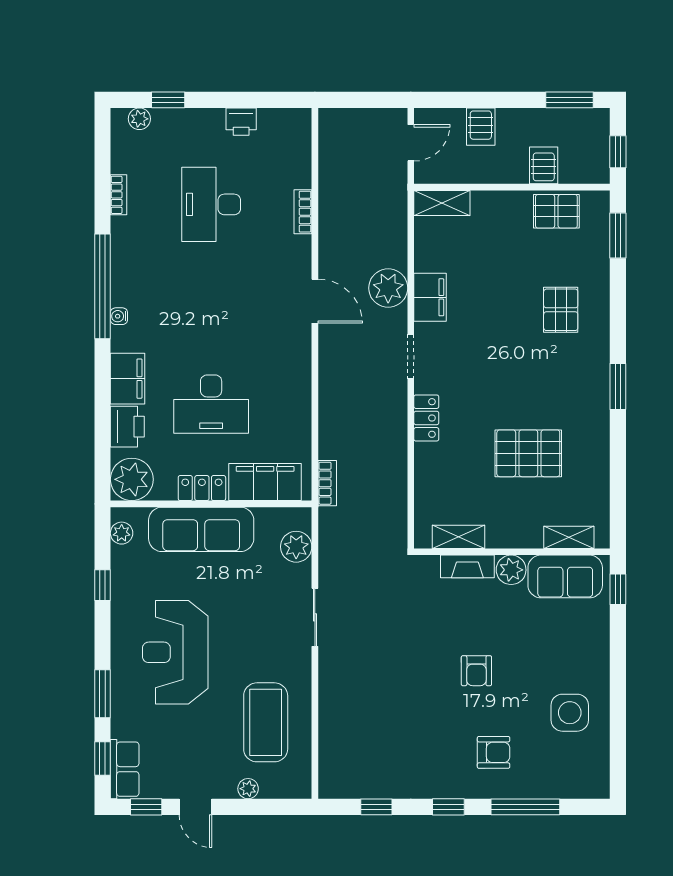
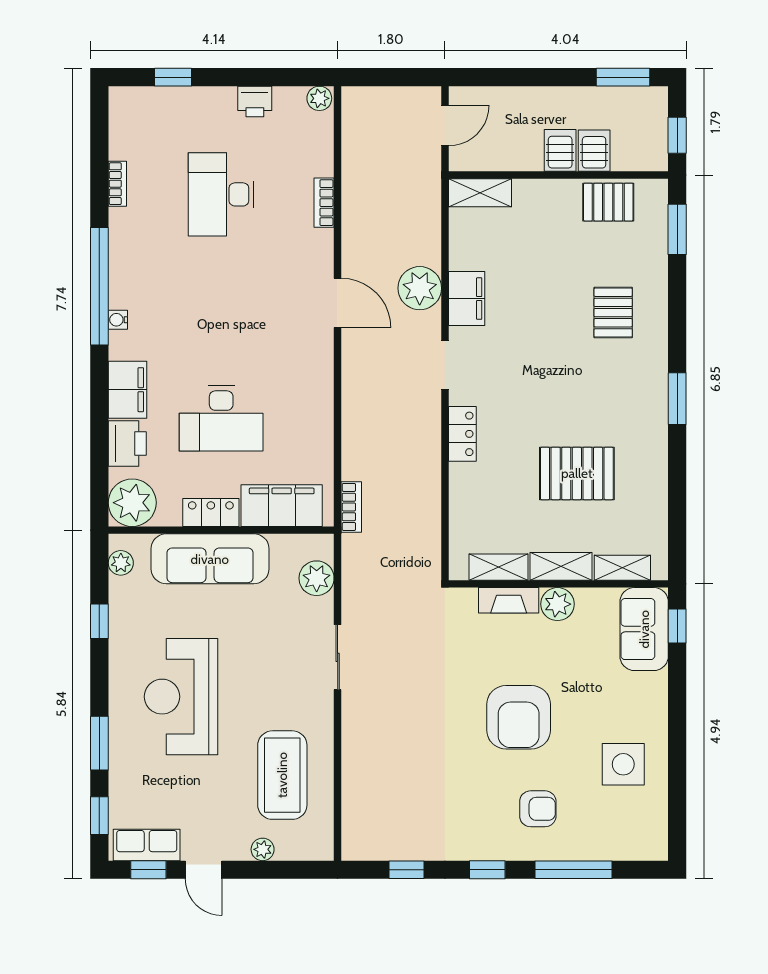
plant: (139, 119) -> (319, 98), moved
server rack: (481, 127) -> (560, 150), moved, turned 180
shelving: (514, 536) -> (561, 566), added
sofa: (565, 576) -> (644, 629), moved, turned 90
armchair: (476, 671) -> (519, 717), width x1.88, depth x1.88
row of seats: (125, 769) -> (147, 845), moved, turned -90

